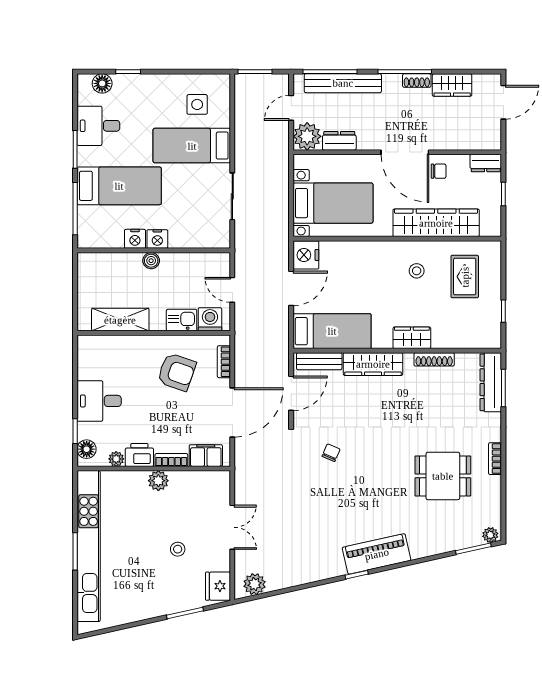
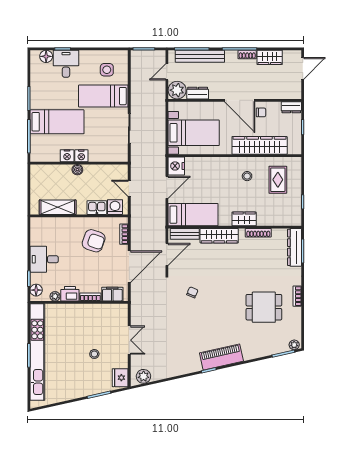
desk: (98, 126) -> (66, 64), moved, turned 90
plant: (158, 481) -> (82, 310), removed

